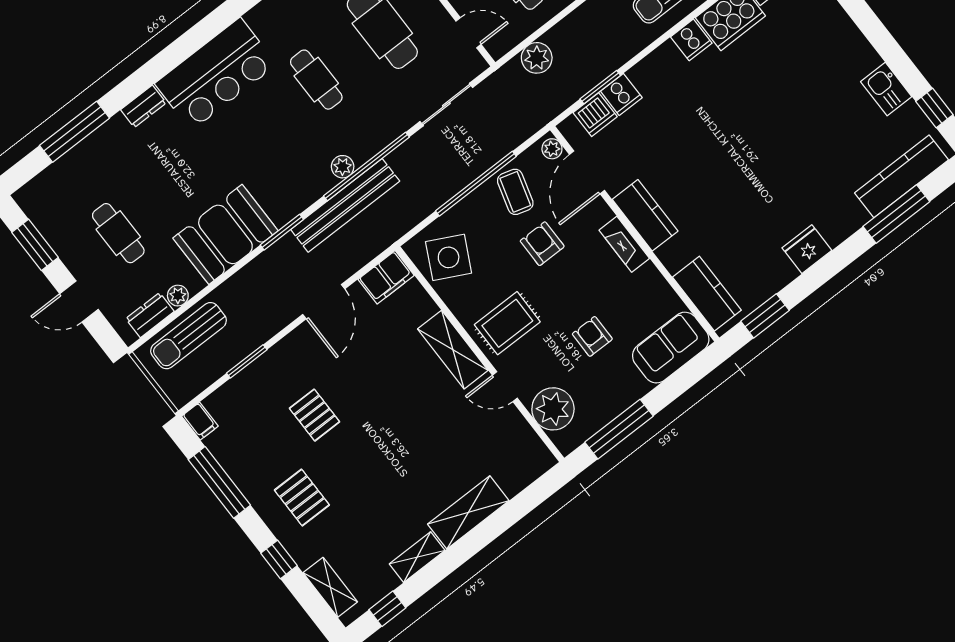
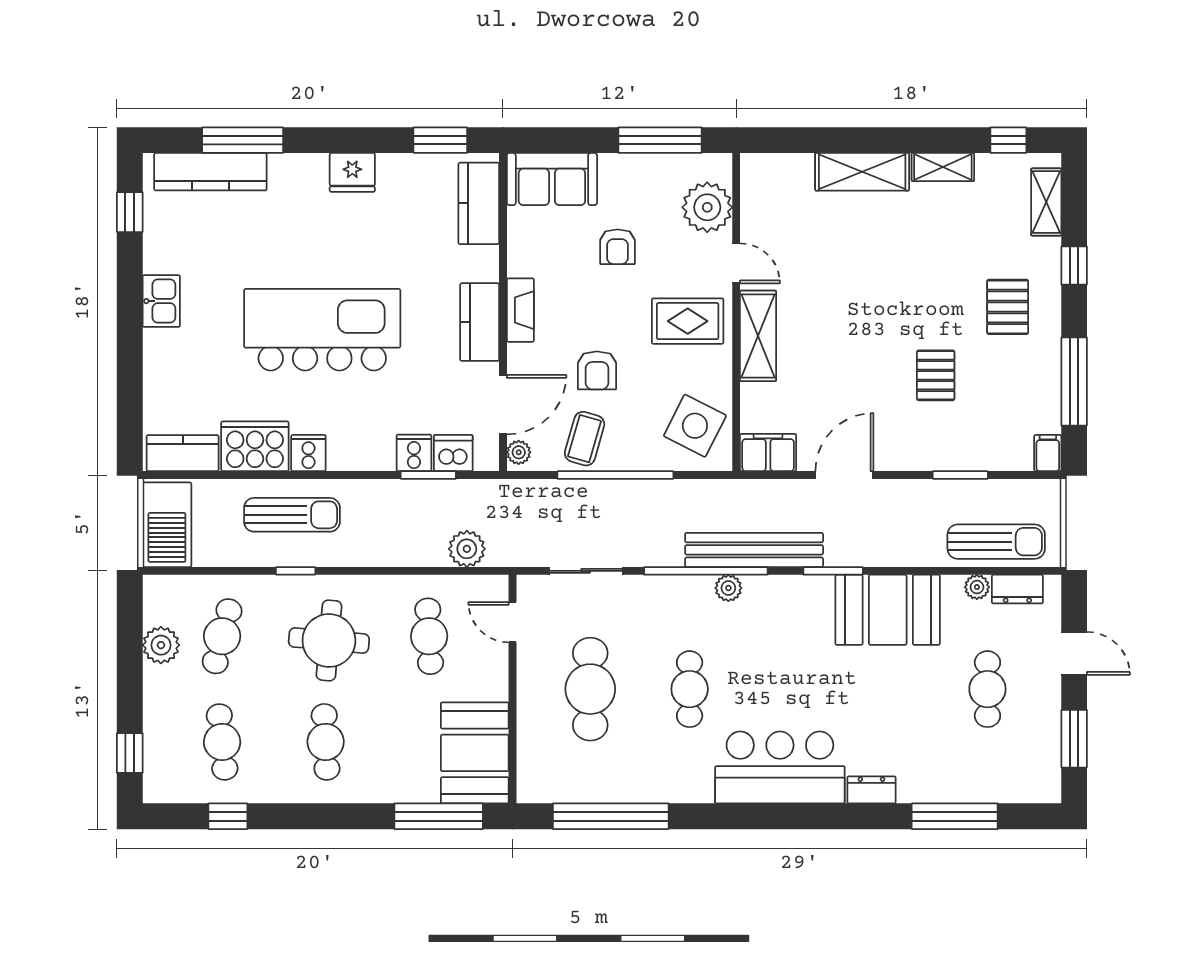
kitchen sink: (886, 89) -> (161, 301), moved
kitchen island: (746, 129) -> (322, 330), added

